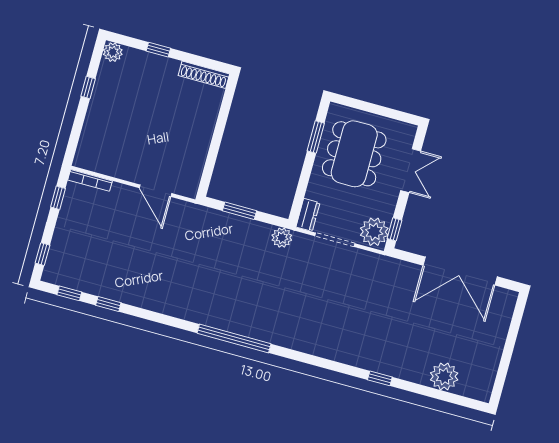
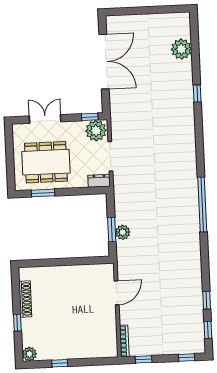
shoe rack: (204, 75) -> (25, 299), moved
plant: (282, 238) -> (123, 232), moved

